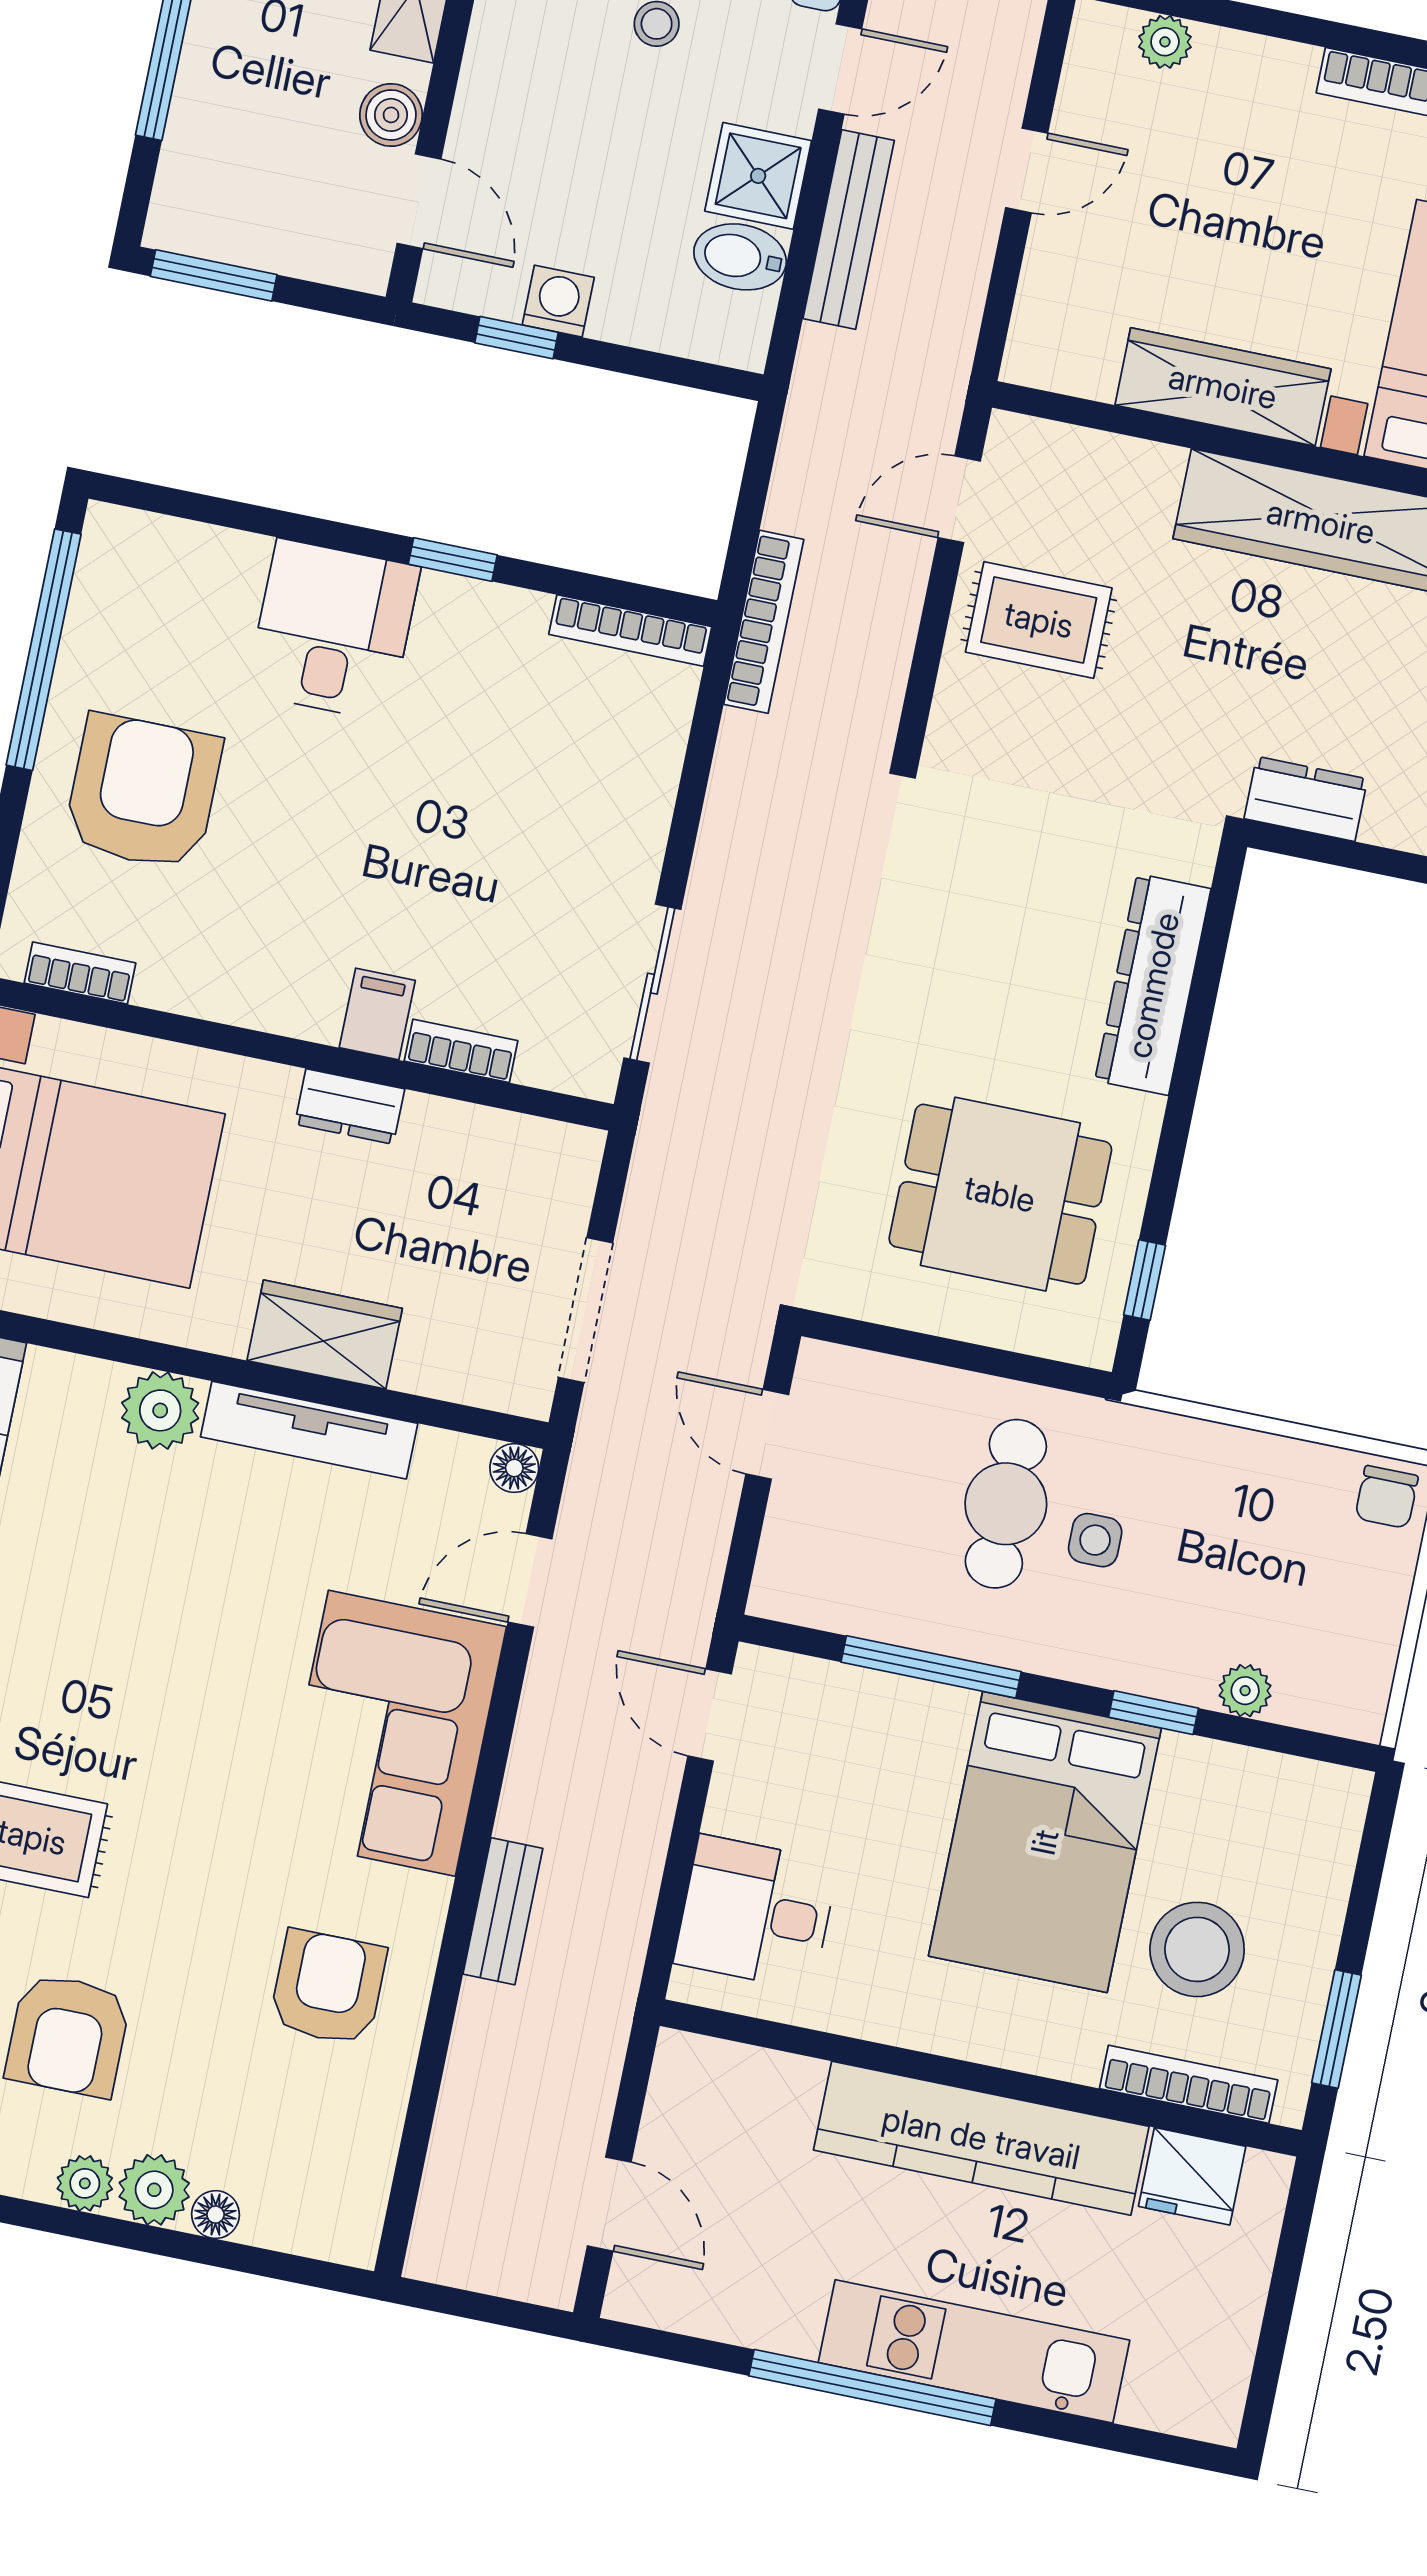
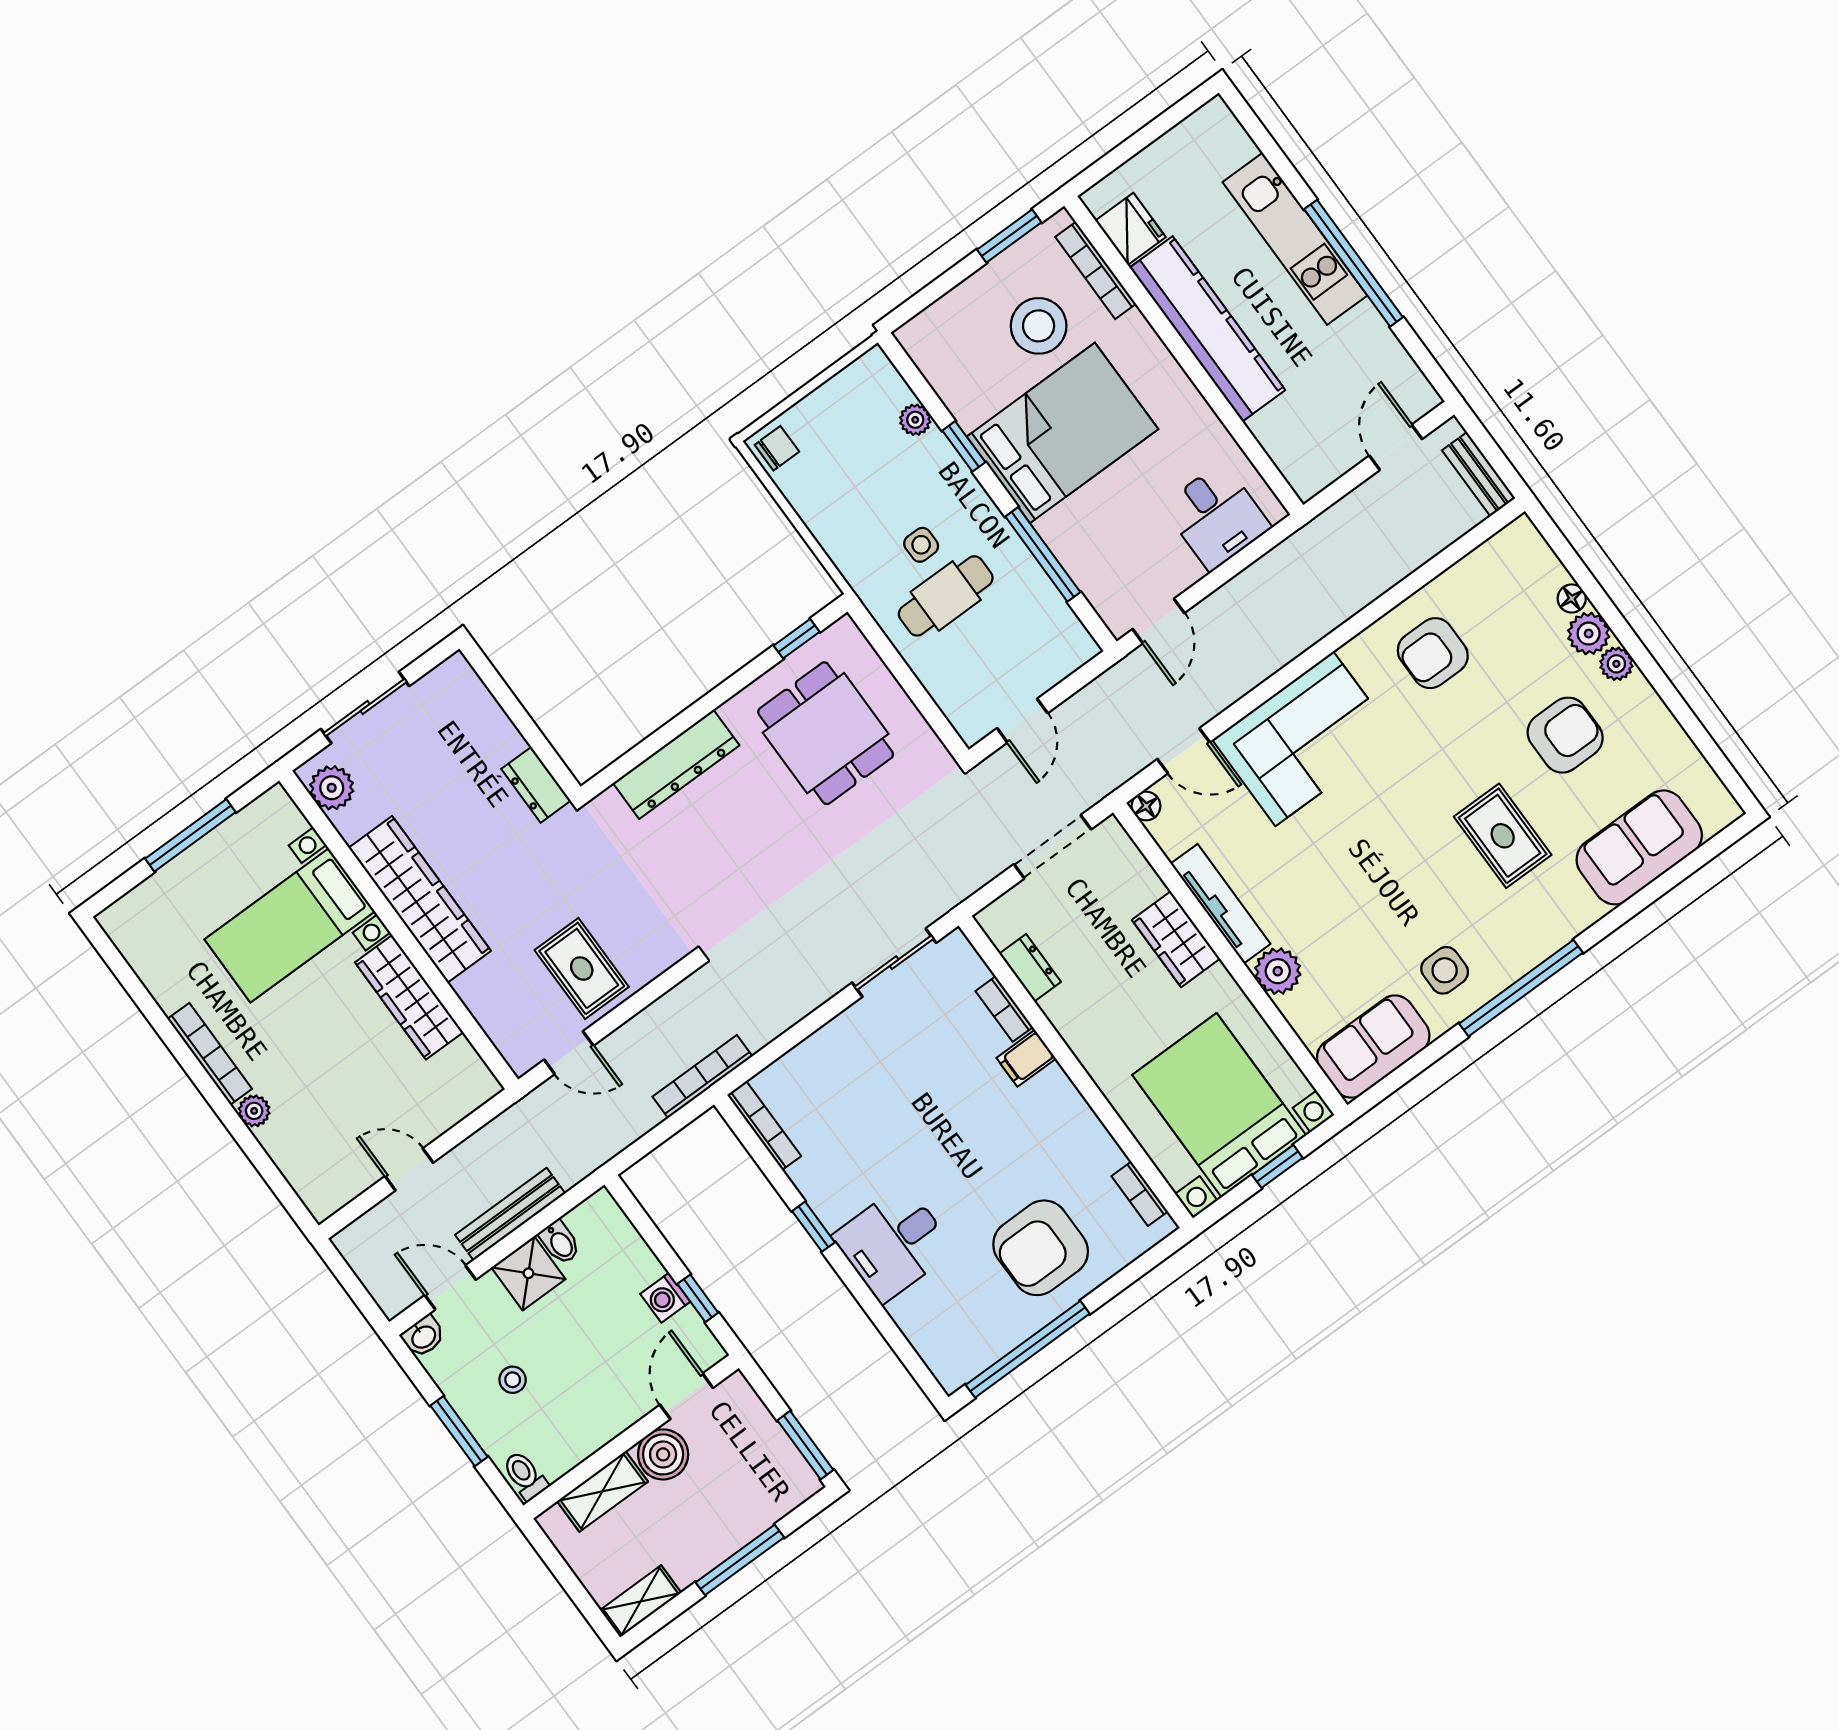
plant: (1165, 42) -> (254, 1111), moved
boiler: (391, 115) -> (663, 1454), width x1.36, depth x1.36
bidet: (740, 257) -> (560, 1242), width x0.72, depth x0.74
dresser: (350, 1106) -> (1030, 968), moved
bench: (503, 1911) -> (1479, 474), moved, turned 90

